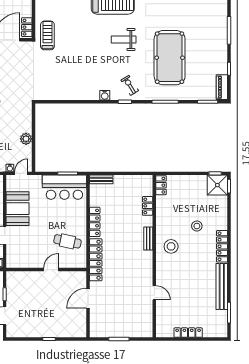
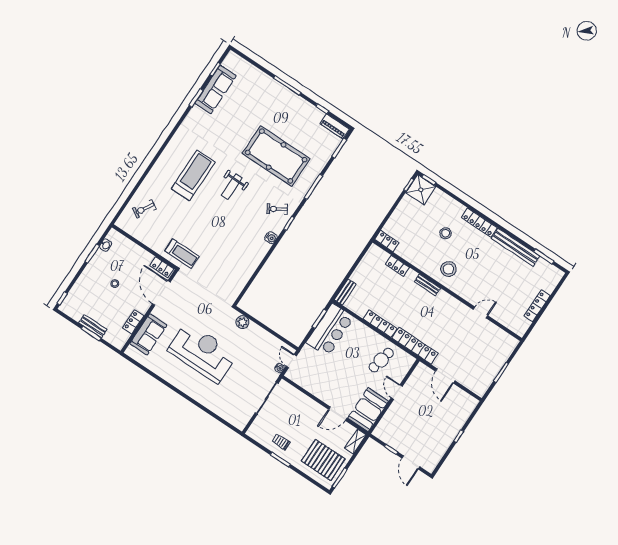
treadmill: (47, 35) -> (182, 254), turned 180
plant: (26, 139) -> (242, 322), moved
booth: (18, 209) -> (368, 410), moved, turned 90

